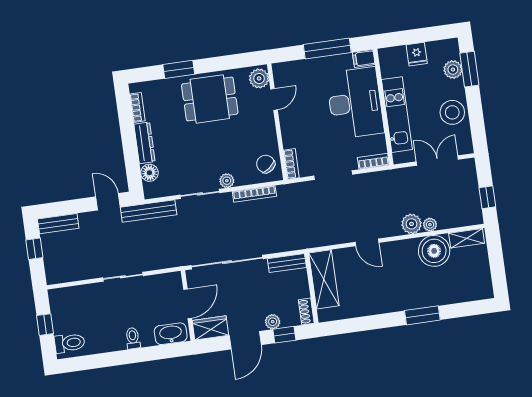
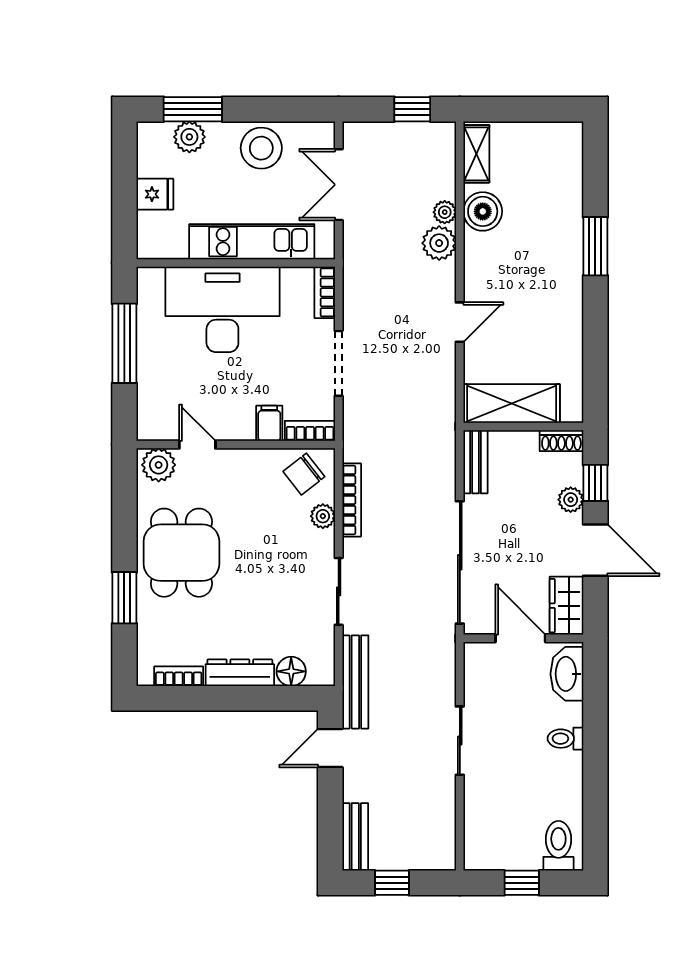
filing cabinet: (364, 58) -> (269, 423), moved, turned 180
plant: (227, 181) -> (323, 516), moved
boiler: (434, 251) -> (483, 211), width x0.73, depth x0.73

